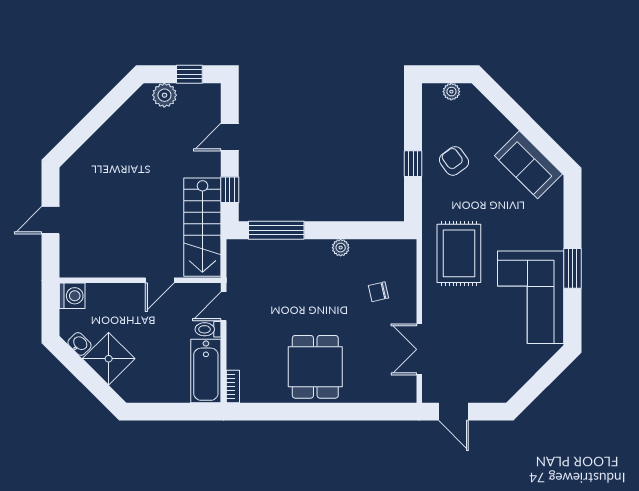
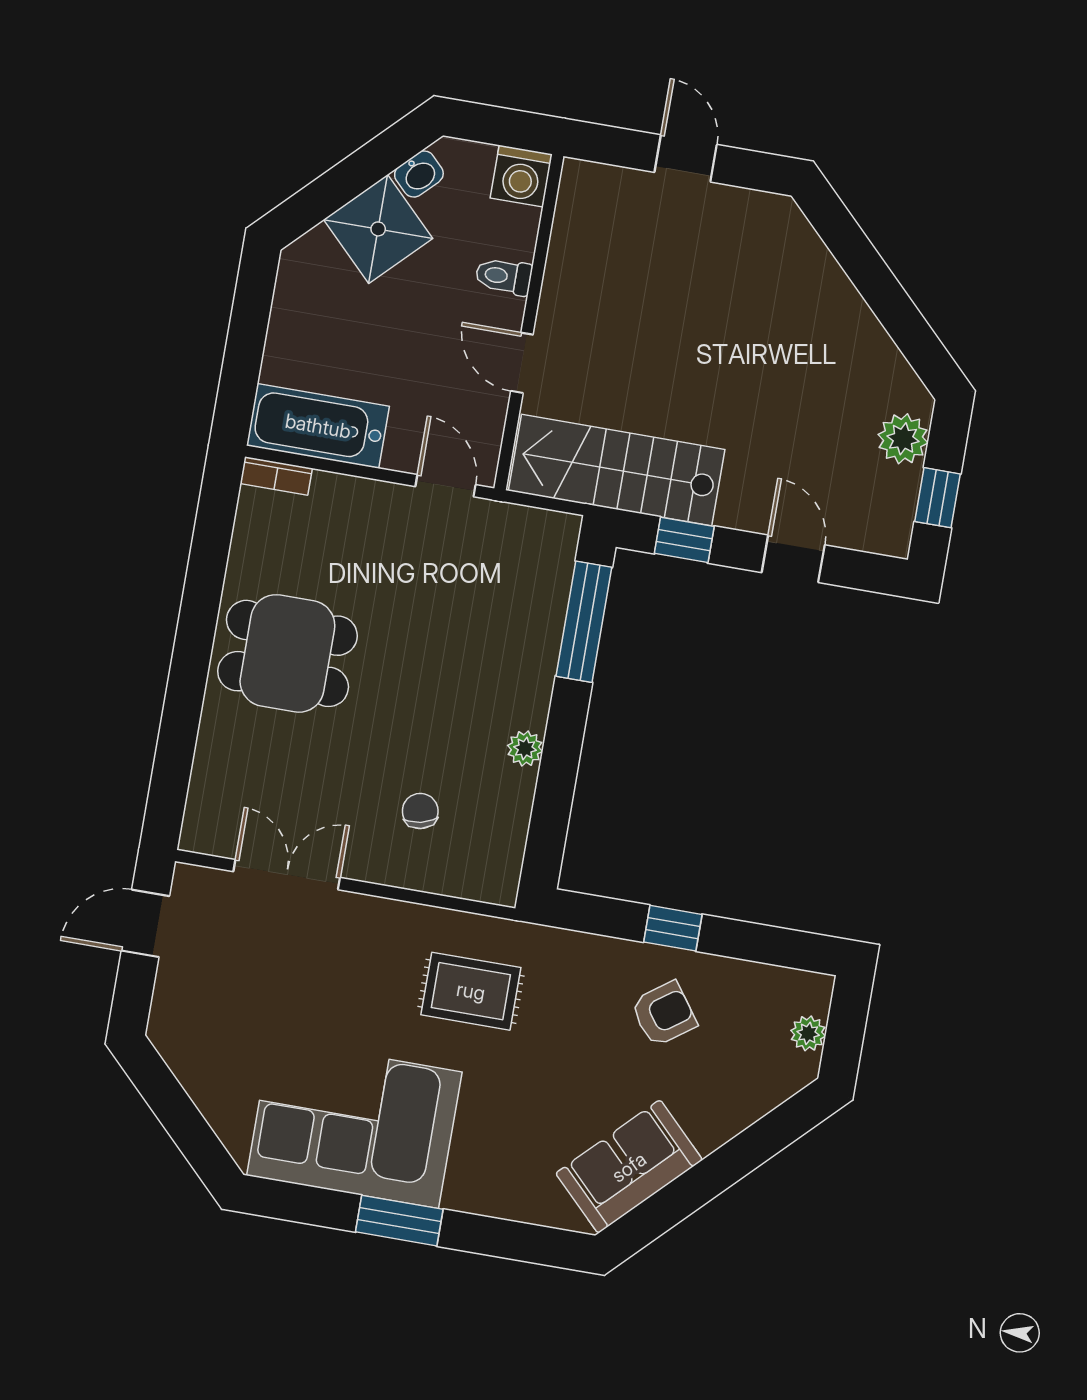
rug: (459, 253) -> (471, 991), width x0.73, depth x0.70
toilet: (208, 329) -> (504, 276), moved, turned -90

